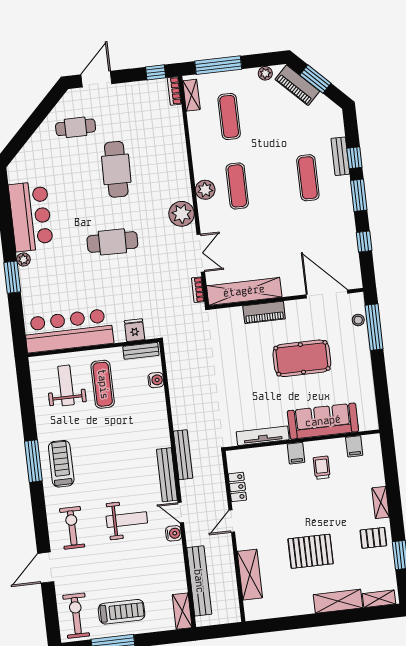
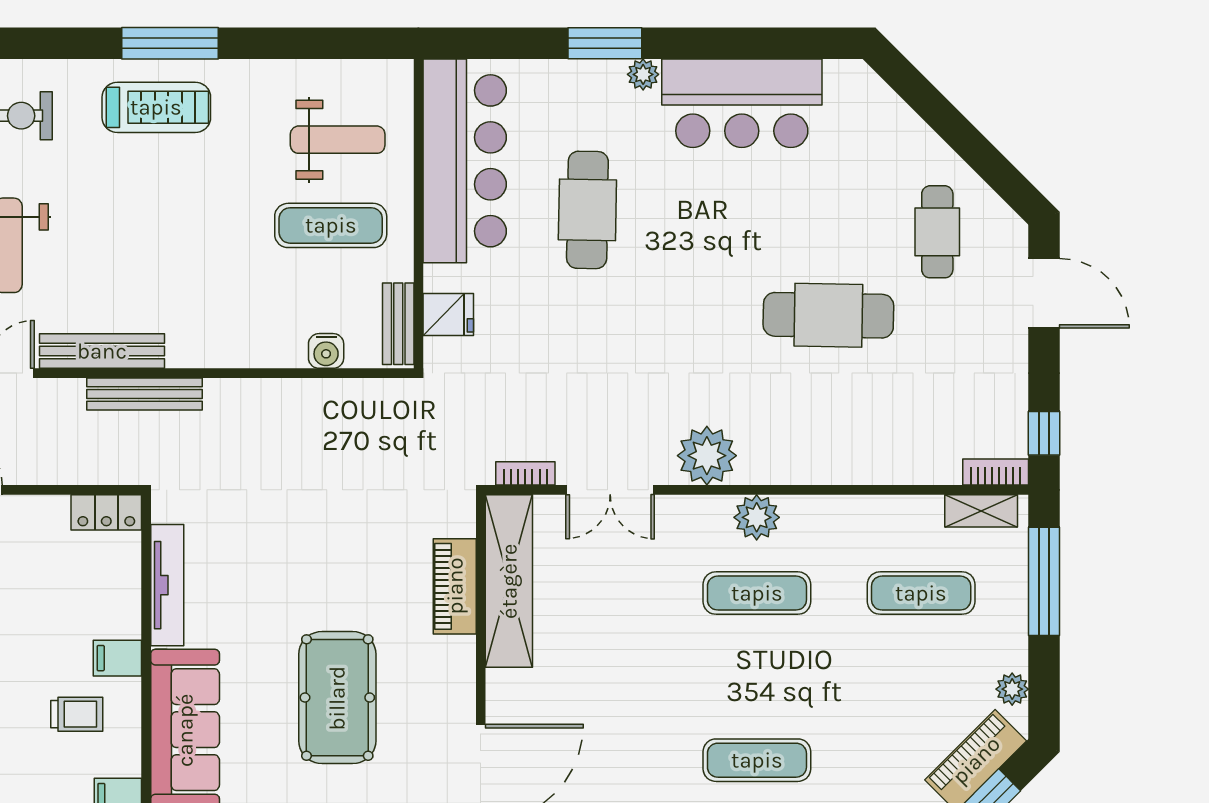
cafe table: (112, 242) -> (587, 210), moved
piano: (264, 312) -> (455, 586), moved
locker: (237, 487) -> (106, 512), moved

